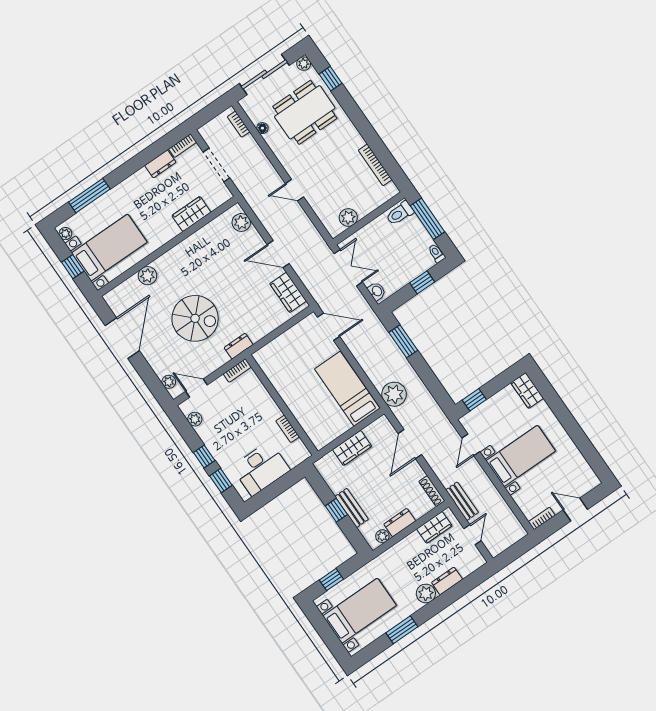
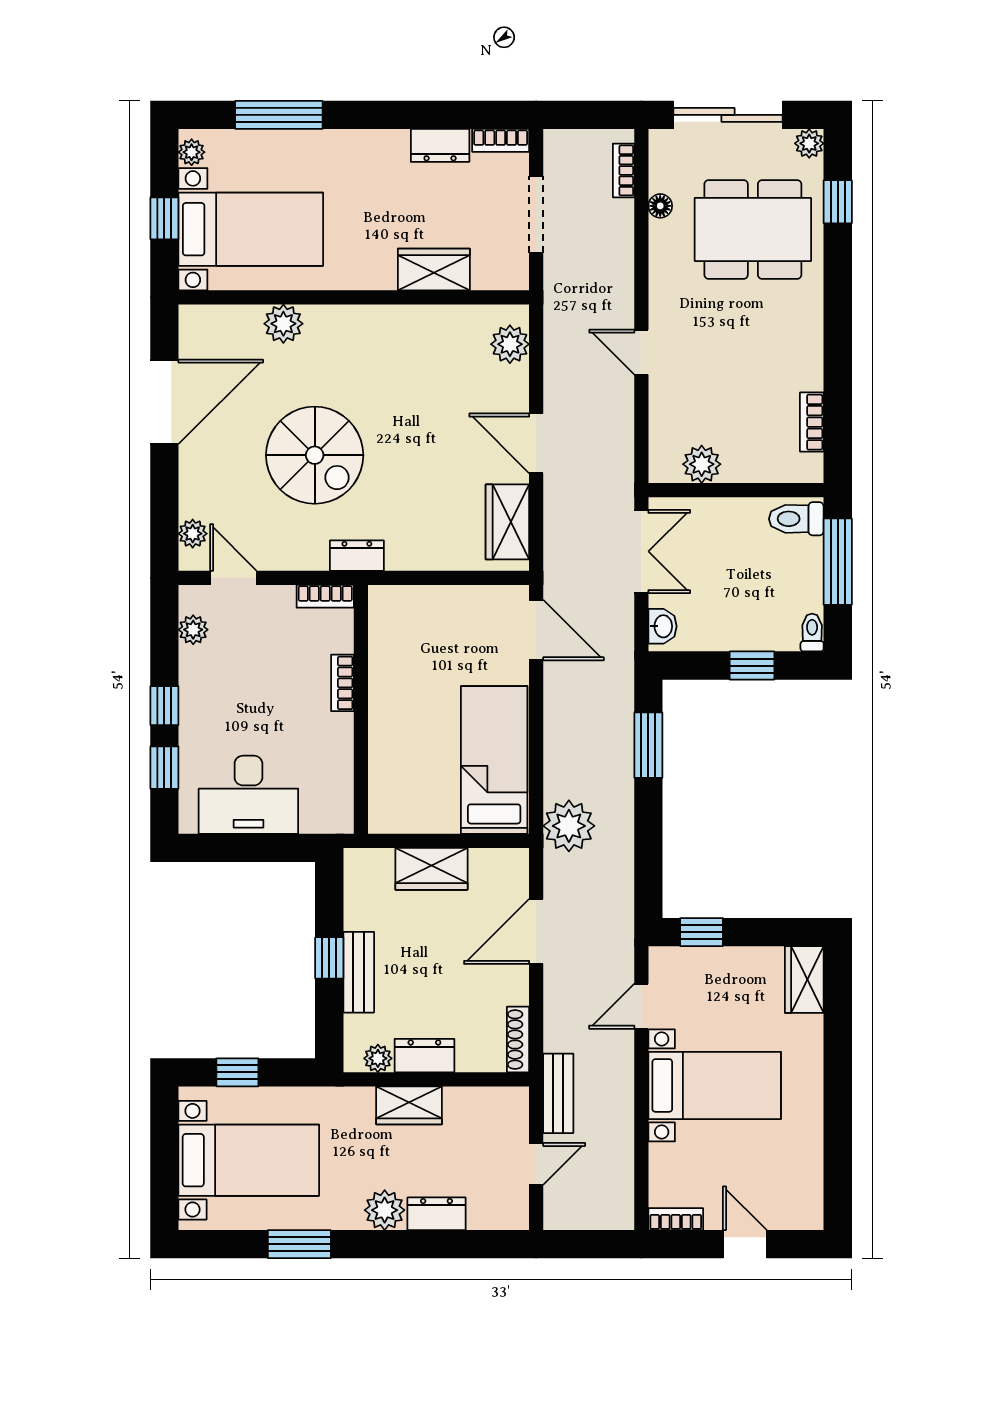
bookcase: (375, 165) -> (812, 422), width x0.64
bookcase: (288, 429) -> (342, 683), moved
wardrobe: (434, 527) -> (409, 1105), moved

